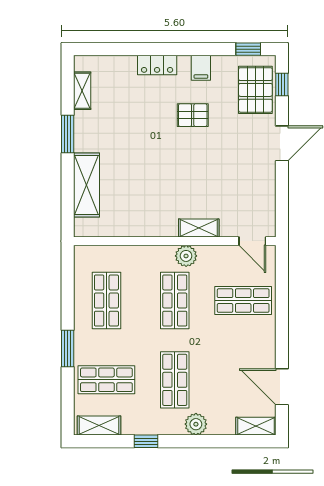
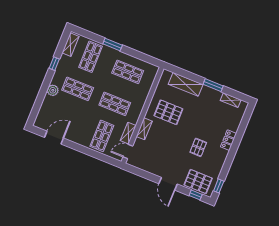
filing cabinet: (201, 68) -> (219, 160), removed
pallet: (150, 196) -> (168, 112), added
plant: (186, 256) -> (133, 118), removed
shelving: (256, 426) -> (128, 133), moved

